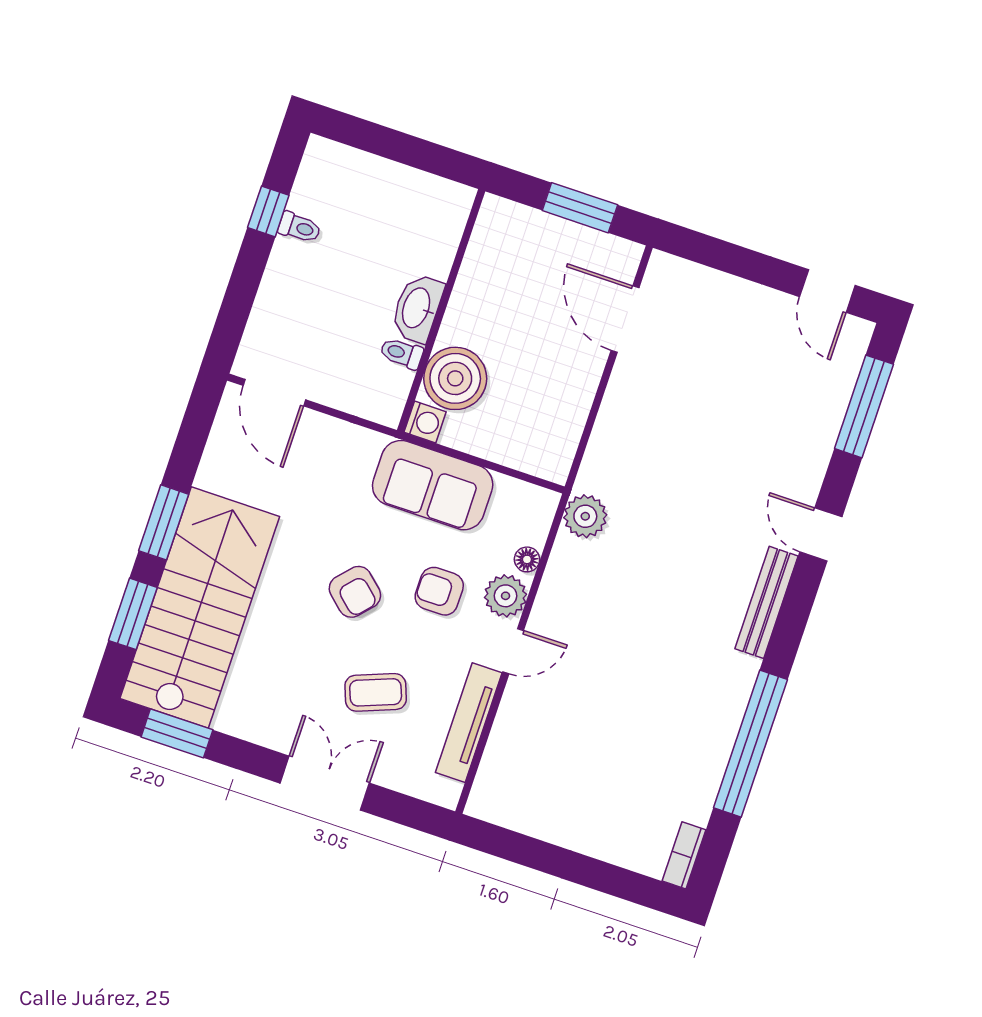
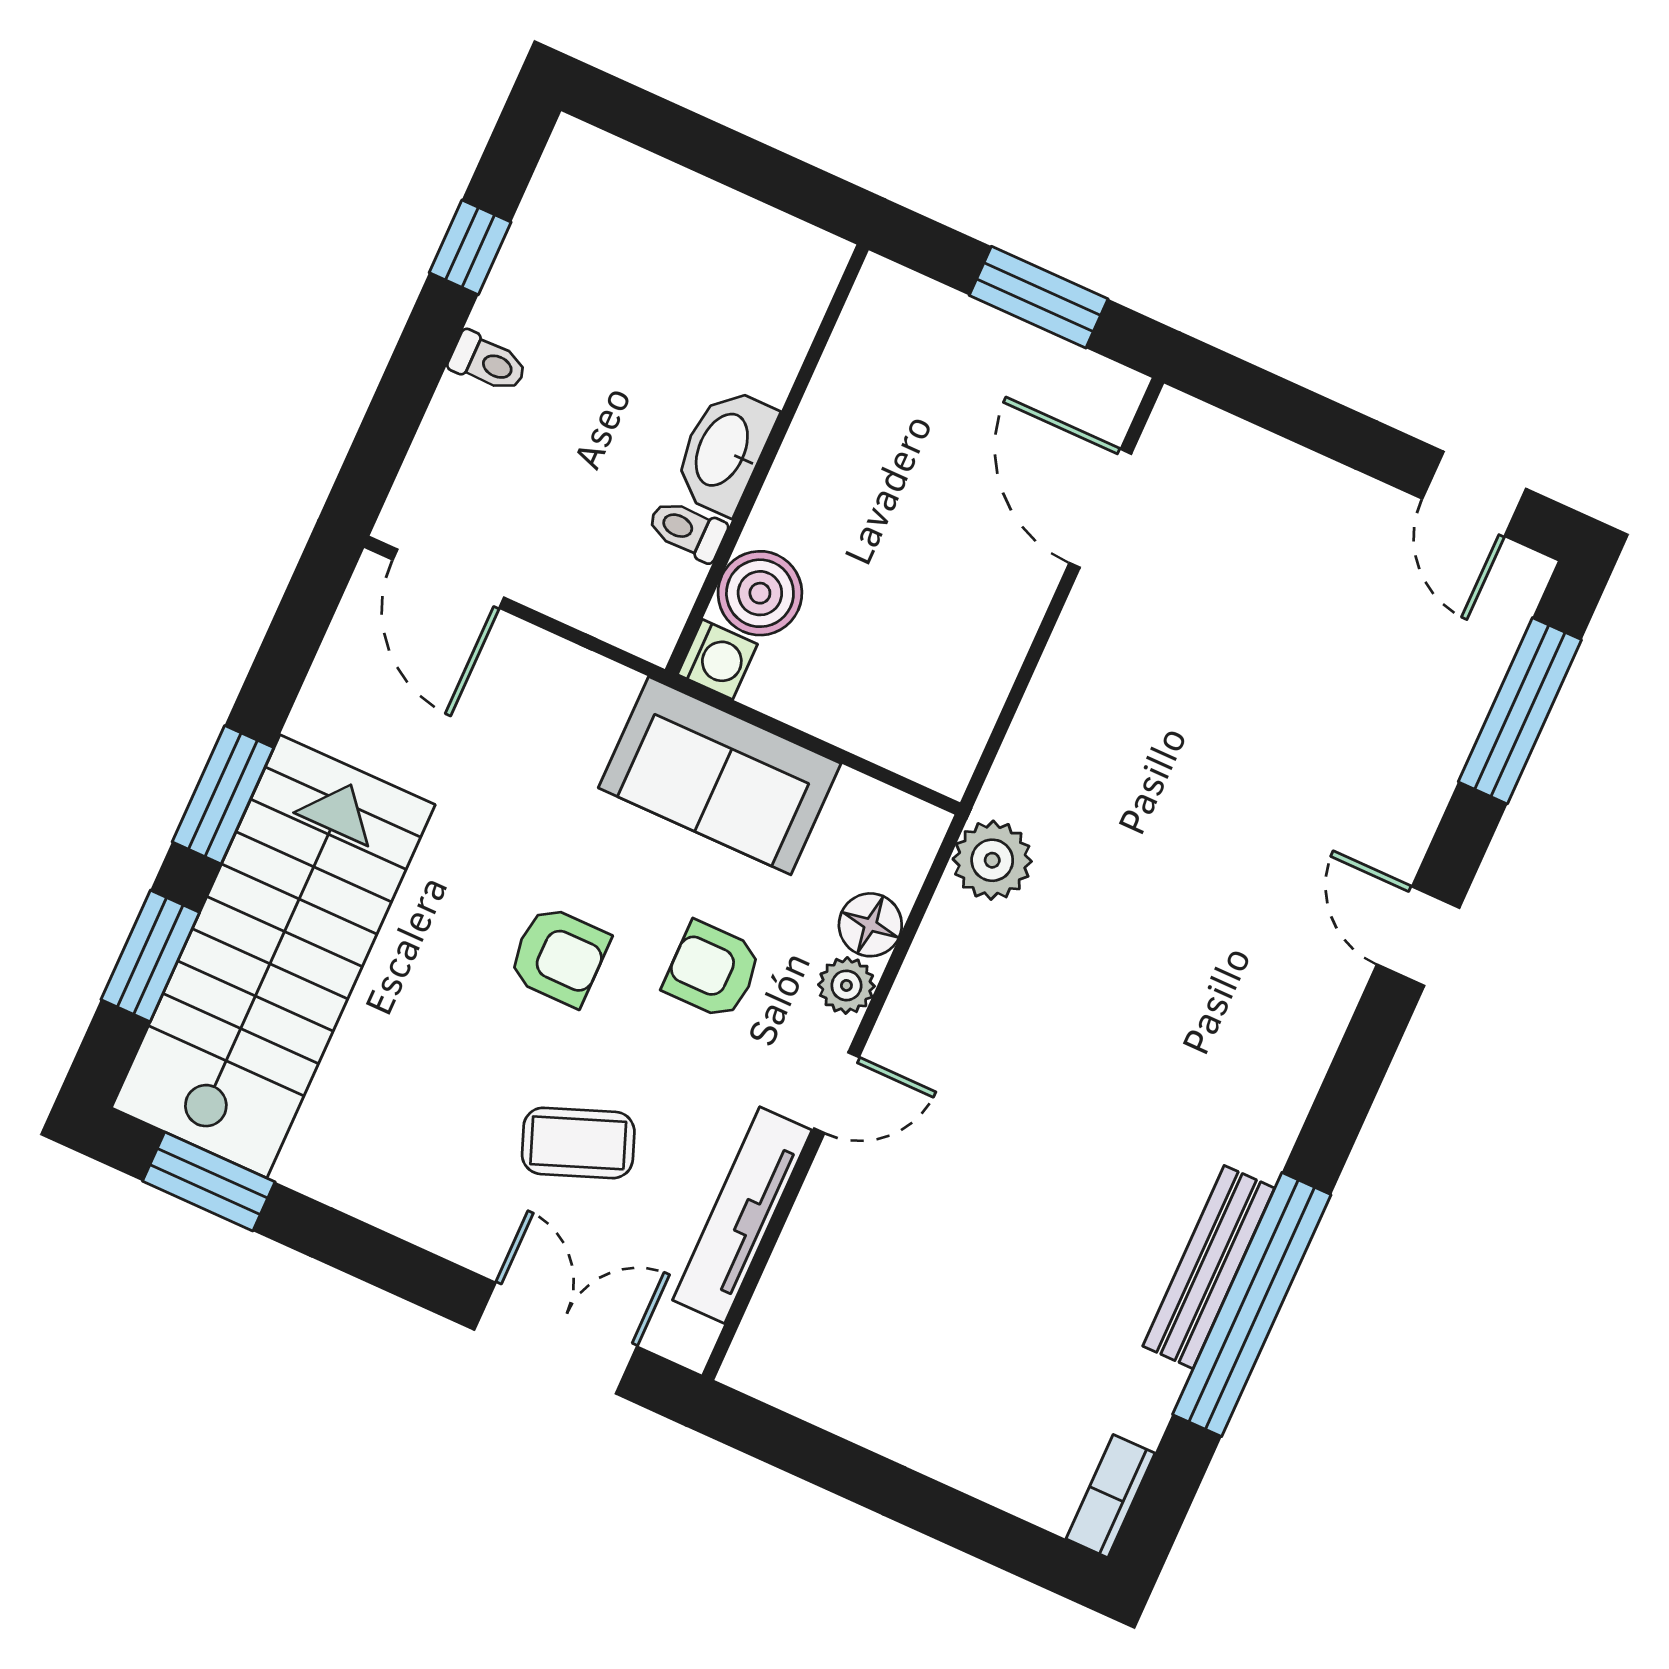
toilet: (300, 228) -> (488, 362), moved
boiler: (455, 378) -> (760, 593), width x0.73, depth x0.73
floor lamp: (527, 559) -> (870, 925), width x1.37, depth x1.37
armchair: (355, 592) -> (559, 956), turned -42
plant: (506, 596) -> (846, 985), width x0.73, depth x0.73
bench: (766, 602) -> (1209, 1267), moved
double door: (325, 783) -> (556, 1338), moved

